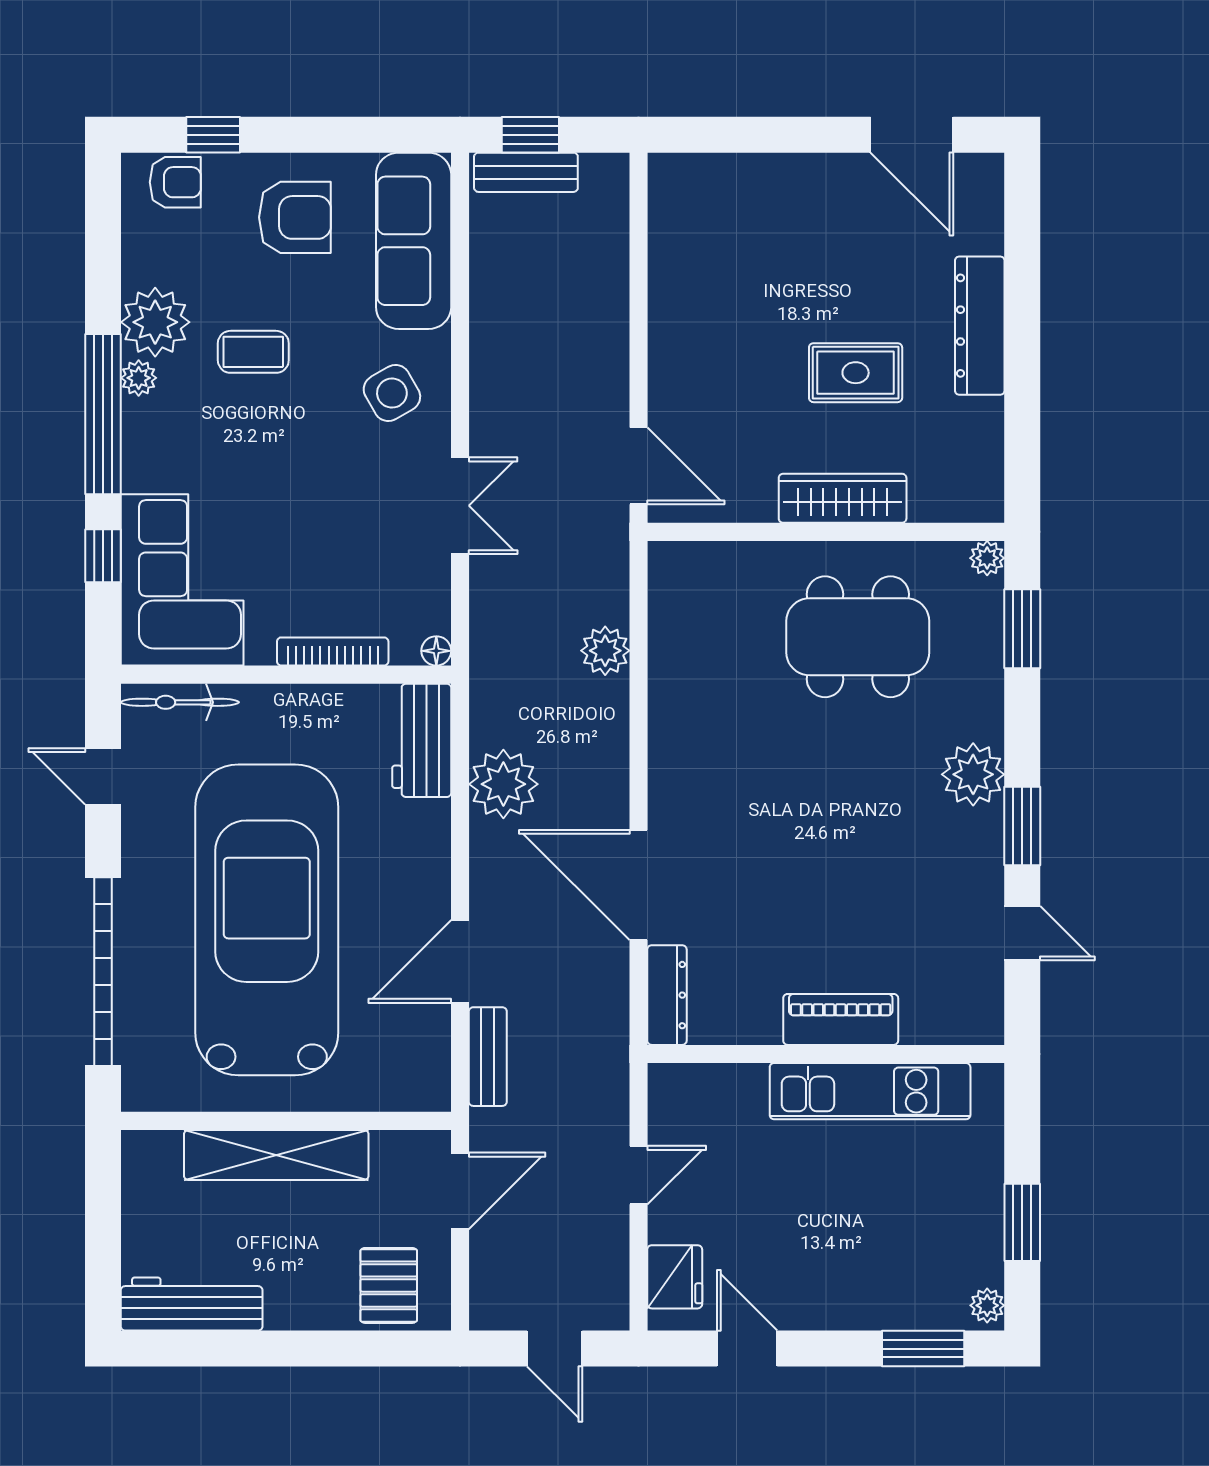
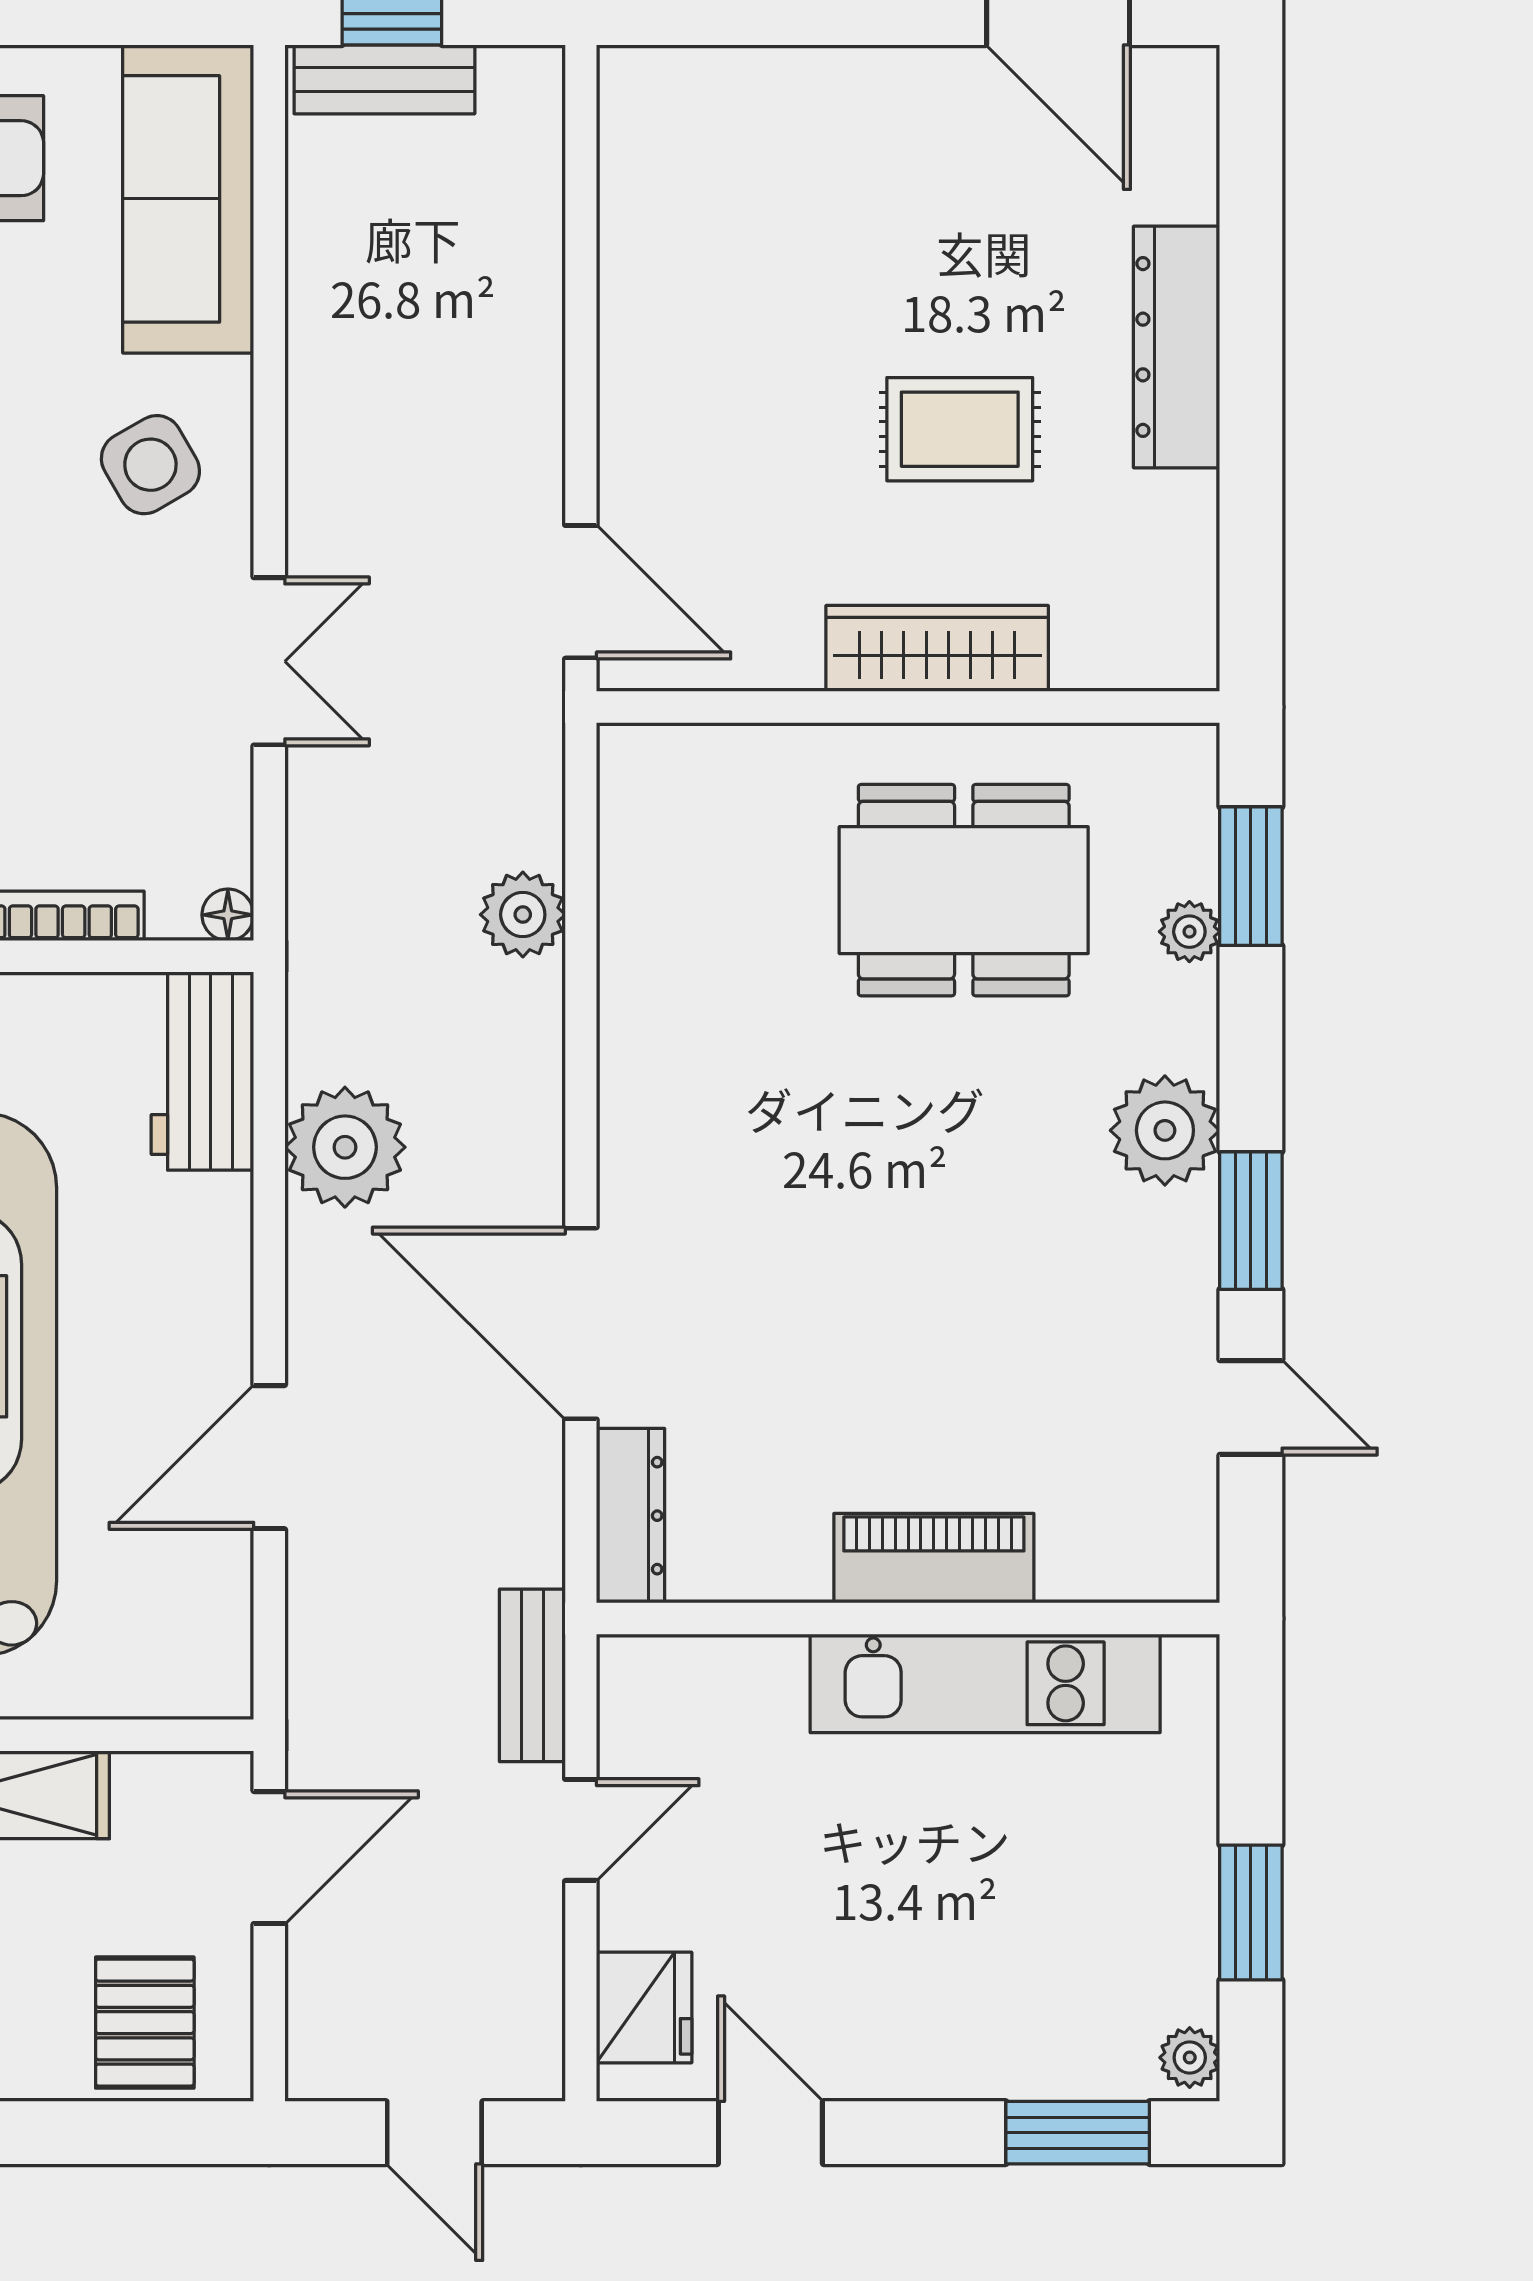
plant: (987, 558) -> (1189, 932), moved
bench: (488, 1057) -> (532, 1675), moved

